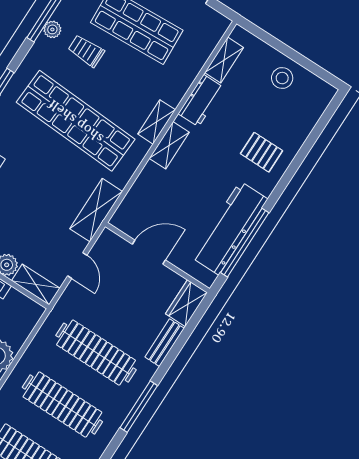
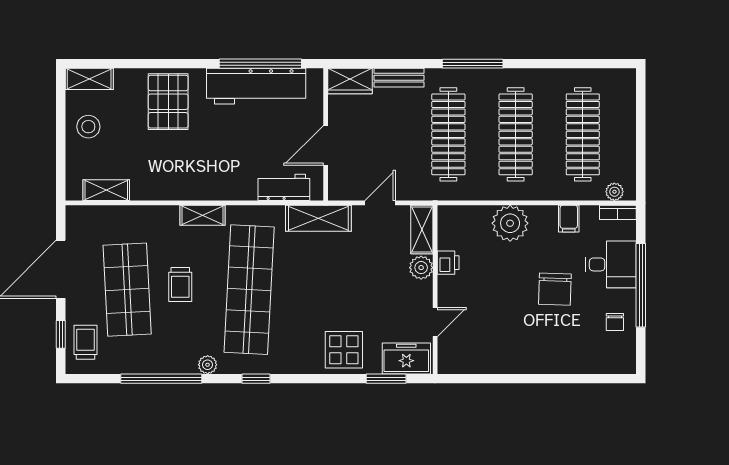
plant: (52, 29) -> (208, 365), moved
trolley: (86, 51) -> (180, 284), moved
workbench: (201, 101) -> (284, 187), moved
shelving: (169, 145) -> (89, 79), moved
pallet: (262, 152) -> (168, 102), width x1.50, depth x1.42
door: (149, 252) -> (326, 145), hinge flipped

